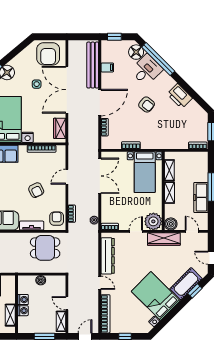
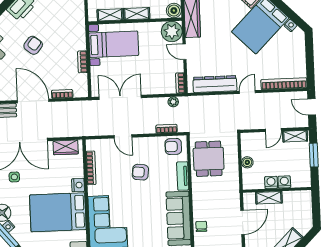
armchair: (36, 190) -> (140, 172), turned -147
shelving: (10, 315) -> (269, 198), moved
window: (125, 336) -> (310, 59), removed

